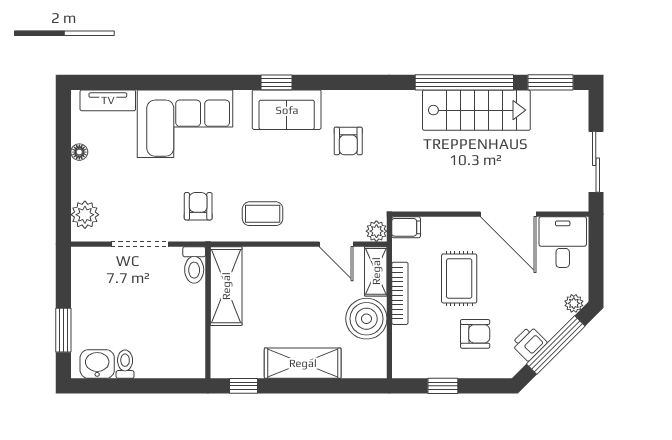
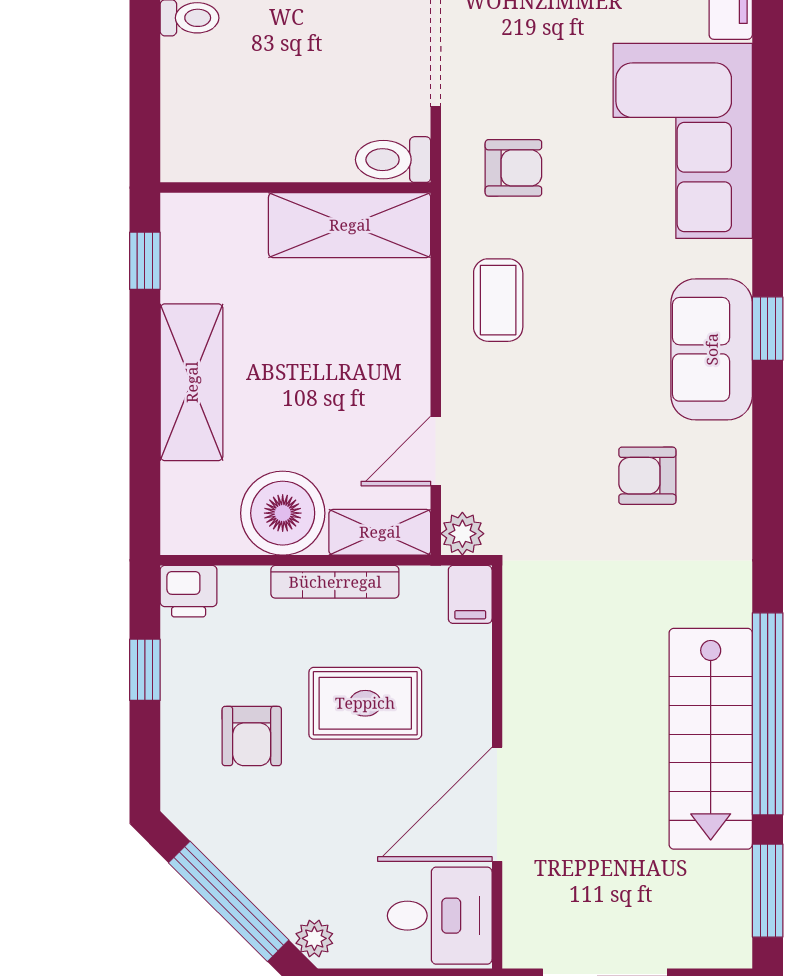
printer: (529, 343) -> (189, 591), moved, turned 135

